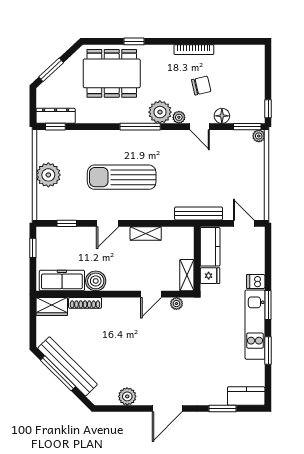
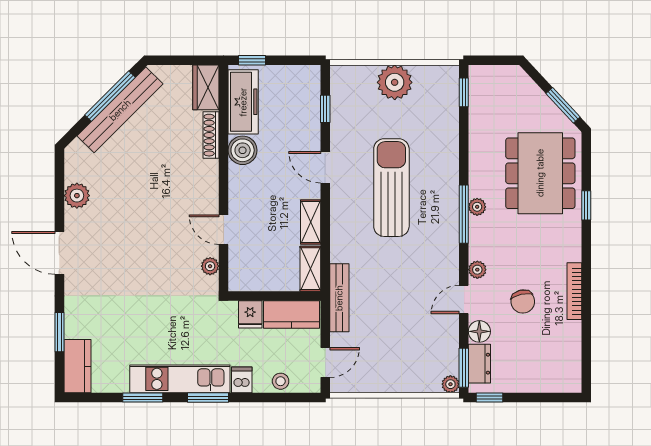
window: (51, 70) -> (563, 105), moved
plant: (160, 112) -> (477, 207), moved, width x0.53, depth x0.53
dresser: (56, 116) -> (479, 364), moved, width x0.70
window: (33, 248) -> (252, 60), moved
stool: (257, 254) -> (281, 381), added
shelving: (187, 275) -> (310, 269), moved, turned 90

